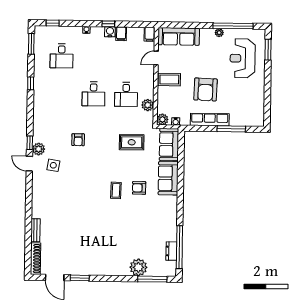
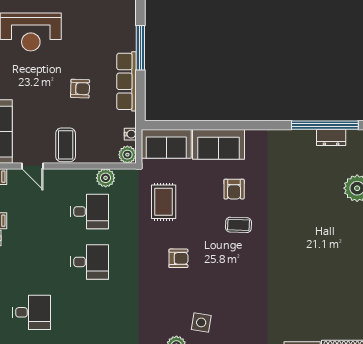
armchair: (206, 89) -> (80, 89), width x0.53, depth x0.53
armchair: (78, 140) -> (178, 258), moved

